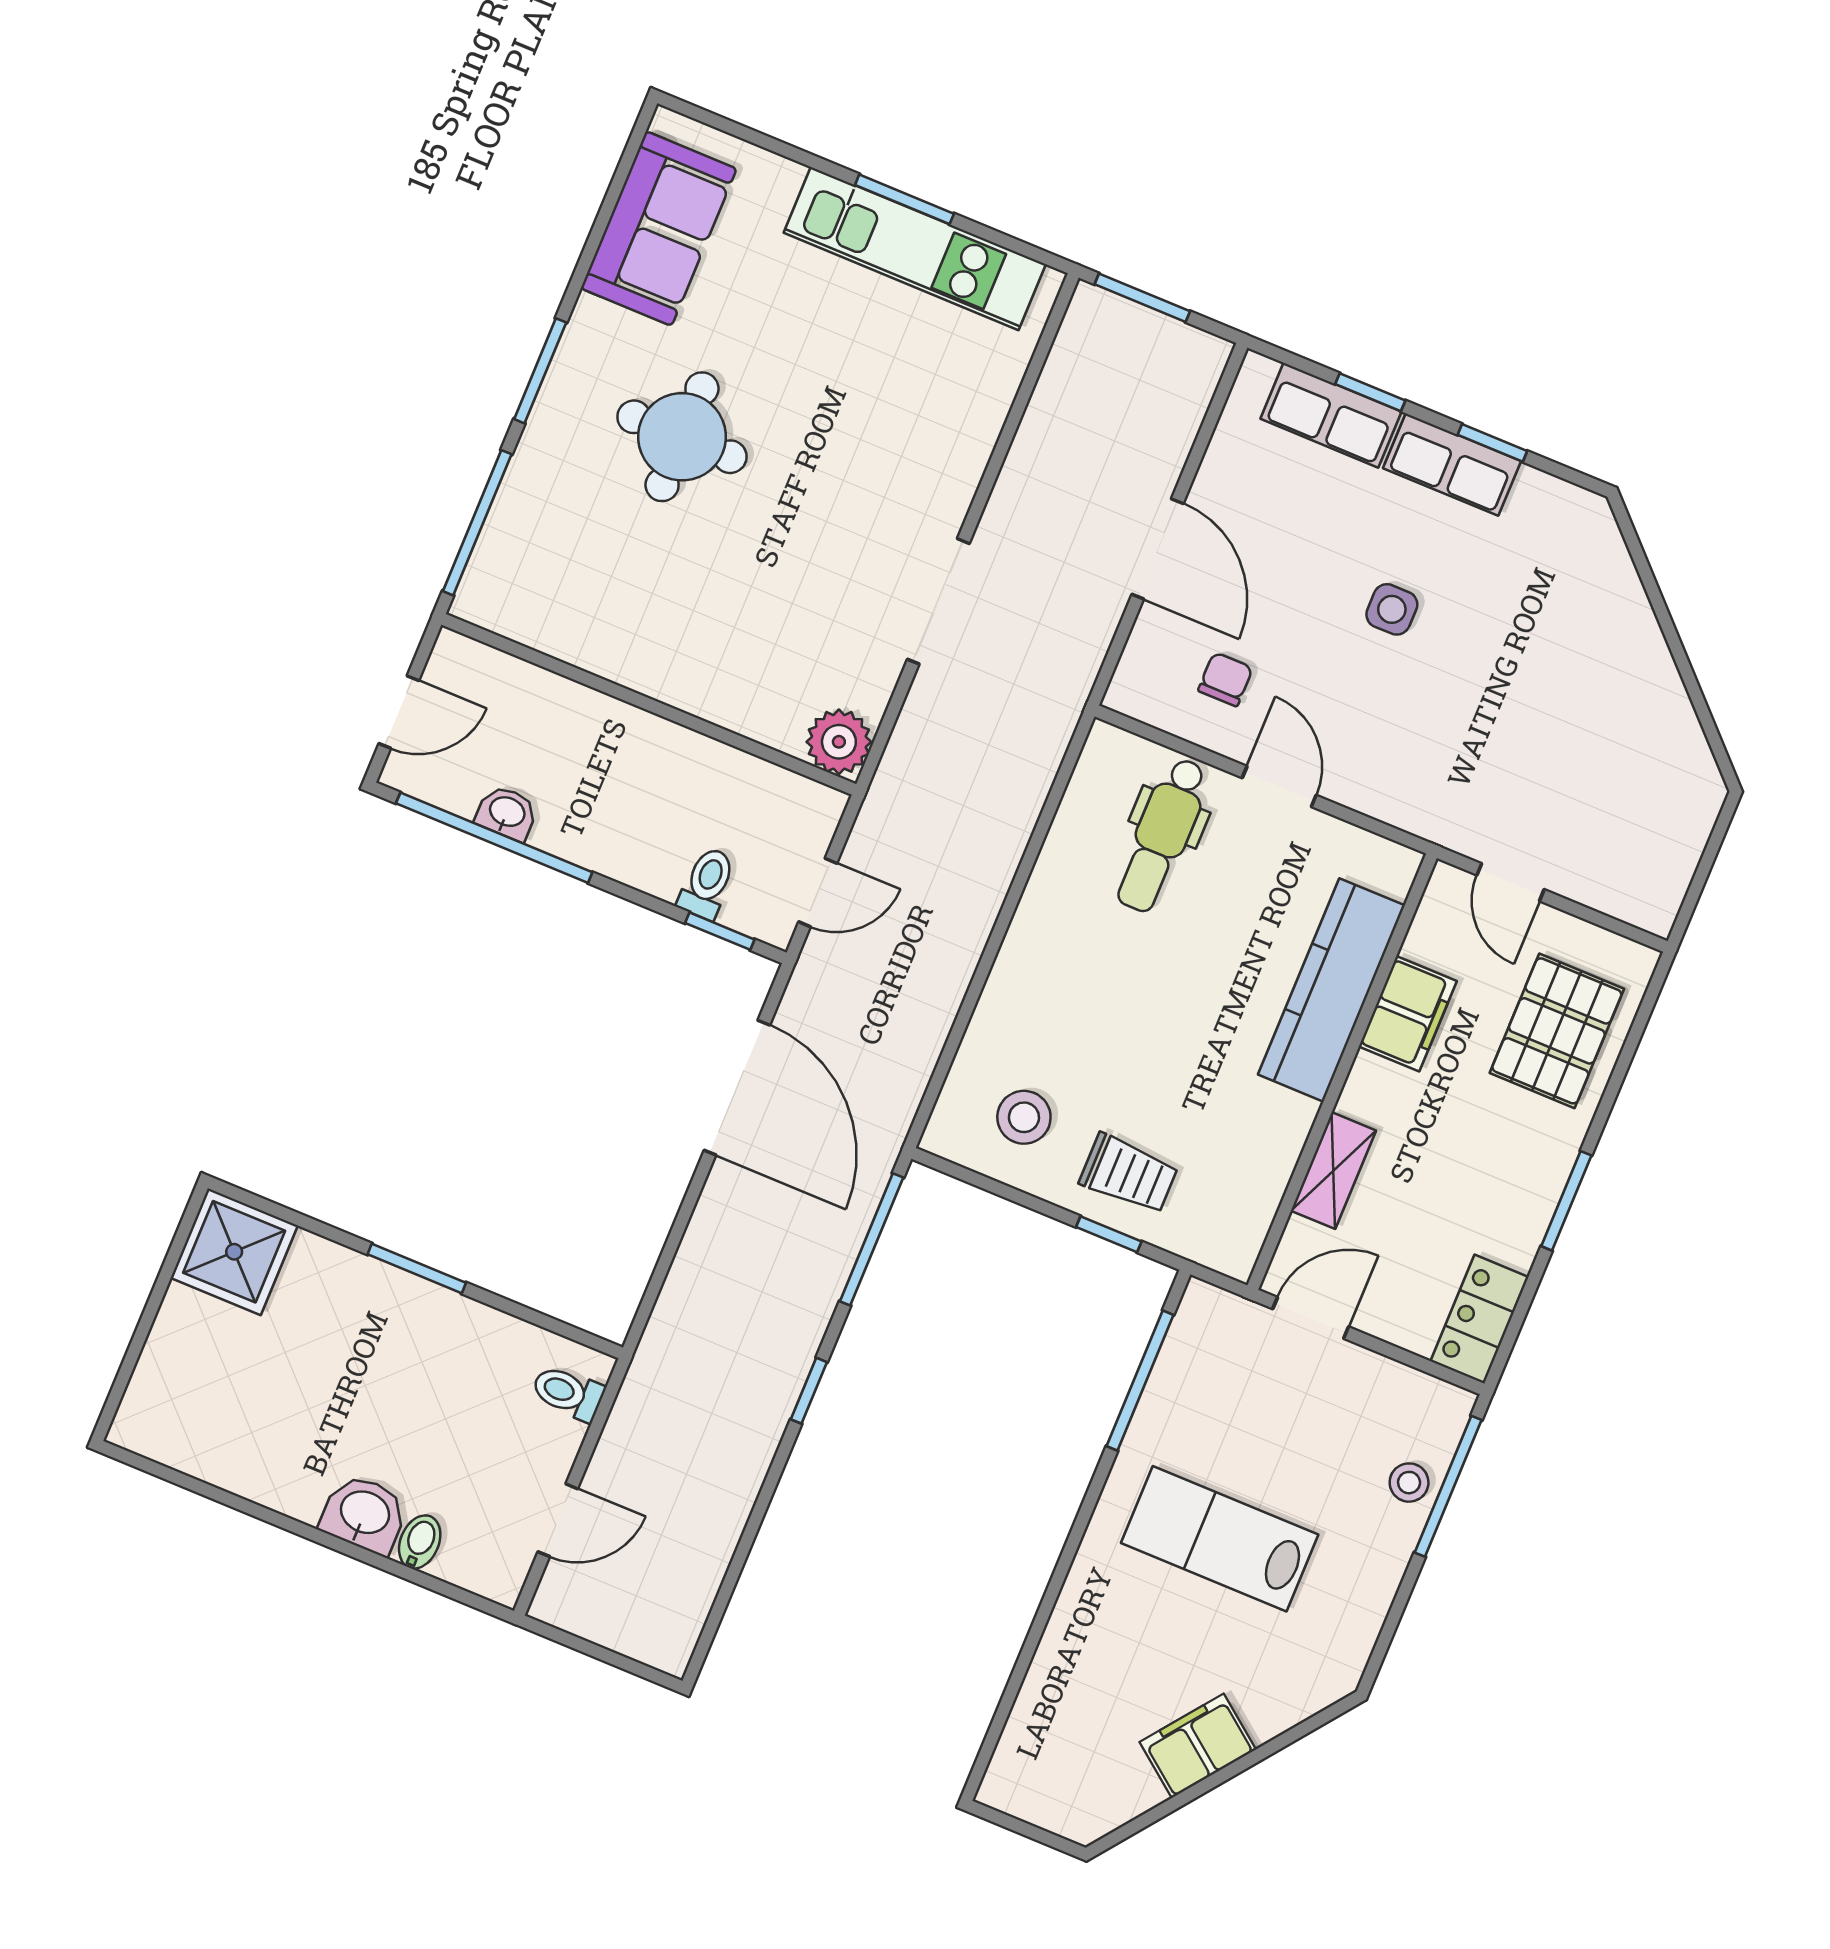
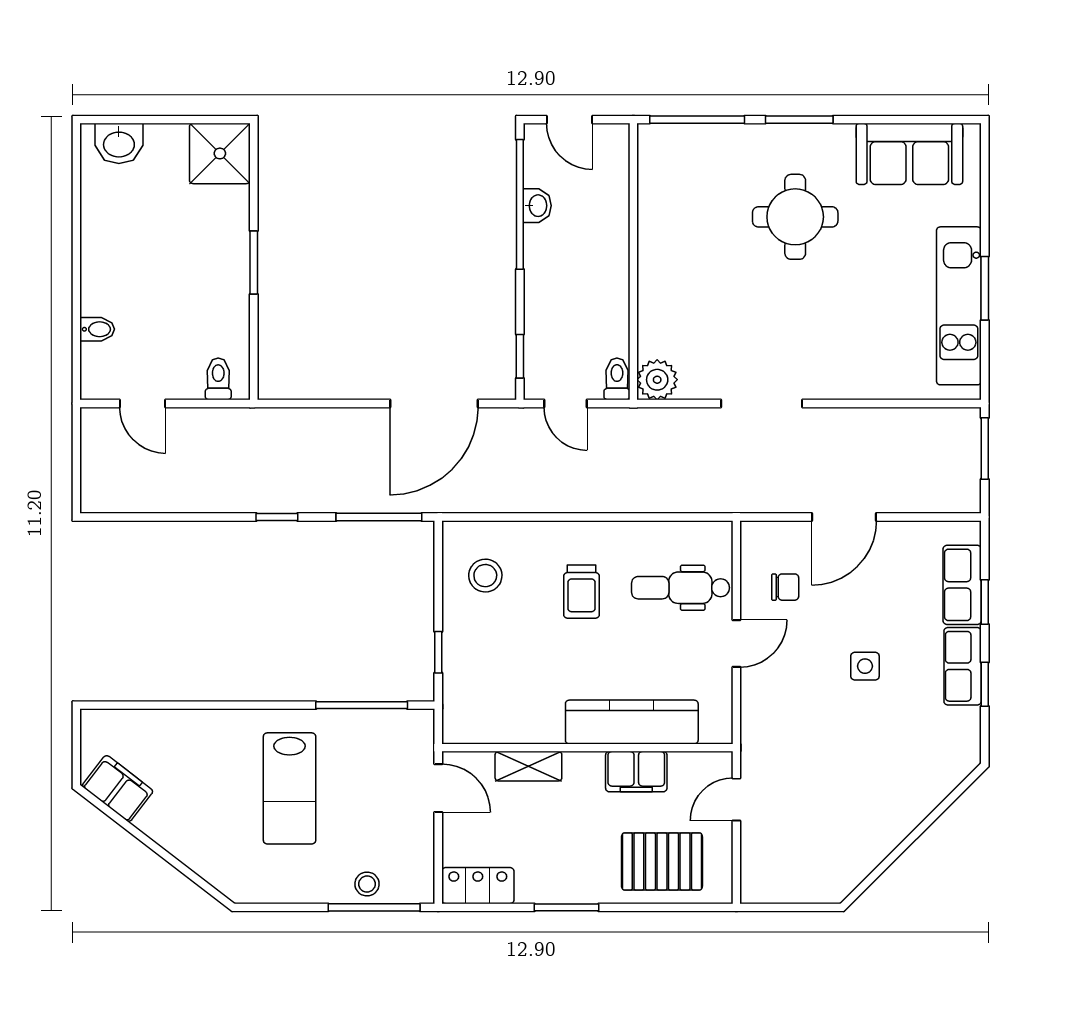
toilet: (707, 883) -> (617, 379), moved, turned -90
trolley: (1129, 1174) -> (582, 592), moved
washbasin: (364, 1514) -> (119, 143), moved, turned 90
lab bench: (1220, 1539) -> (290, 788), turned 180
filing cabinet: (1198, 1746) -> (118, 789), moved

